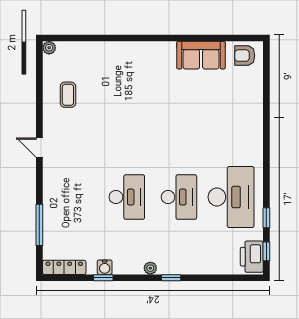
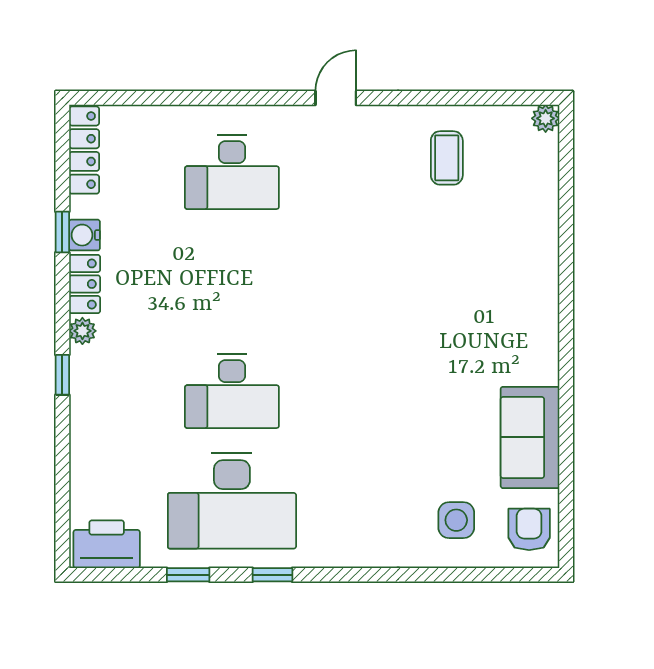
side table: (240, 90) -> (456, 520), added
coffee table: (68, 95) -> (447, 158), turned 90
desk: (127, 197) -> (232, 172), moved
window: (39, 225) -> (174, 98), removed
window: (266, 251) -> (272, 575), moved
locker: (128, 267) -> (85, 284), added

